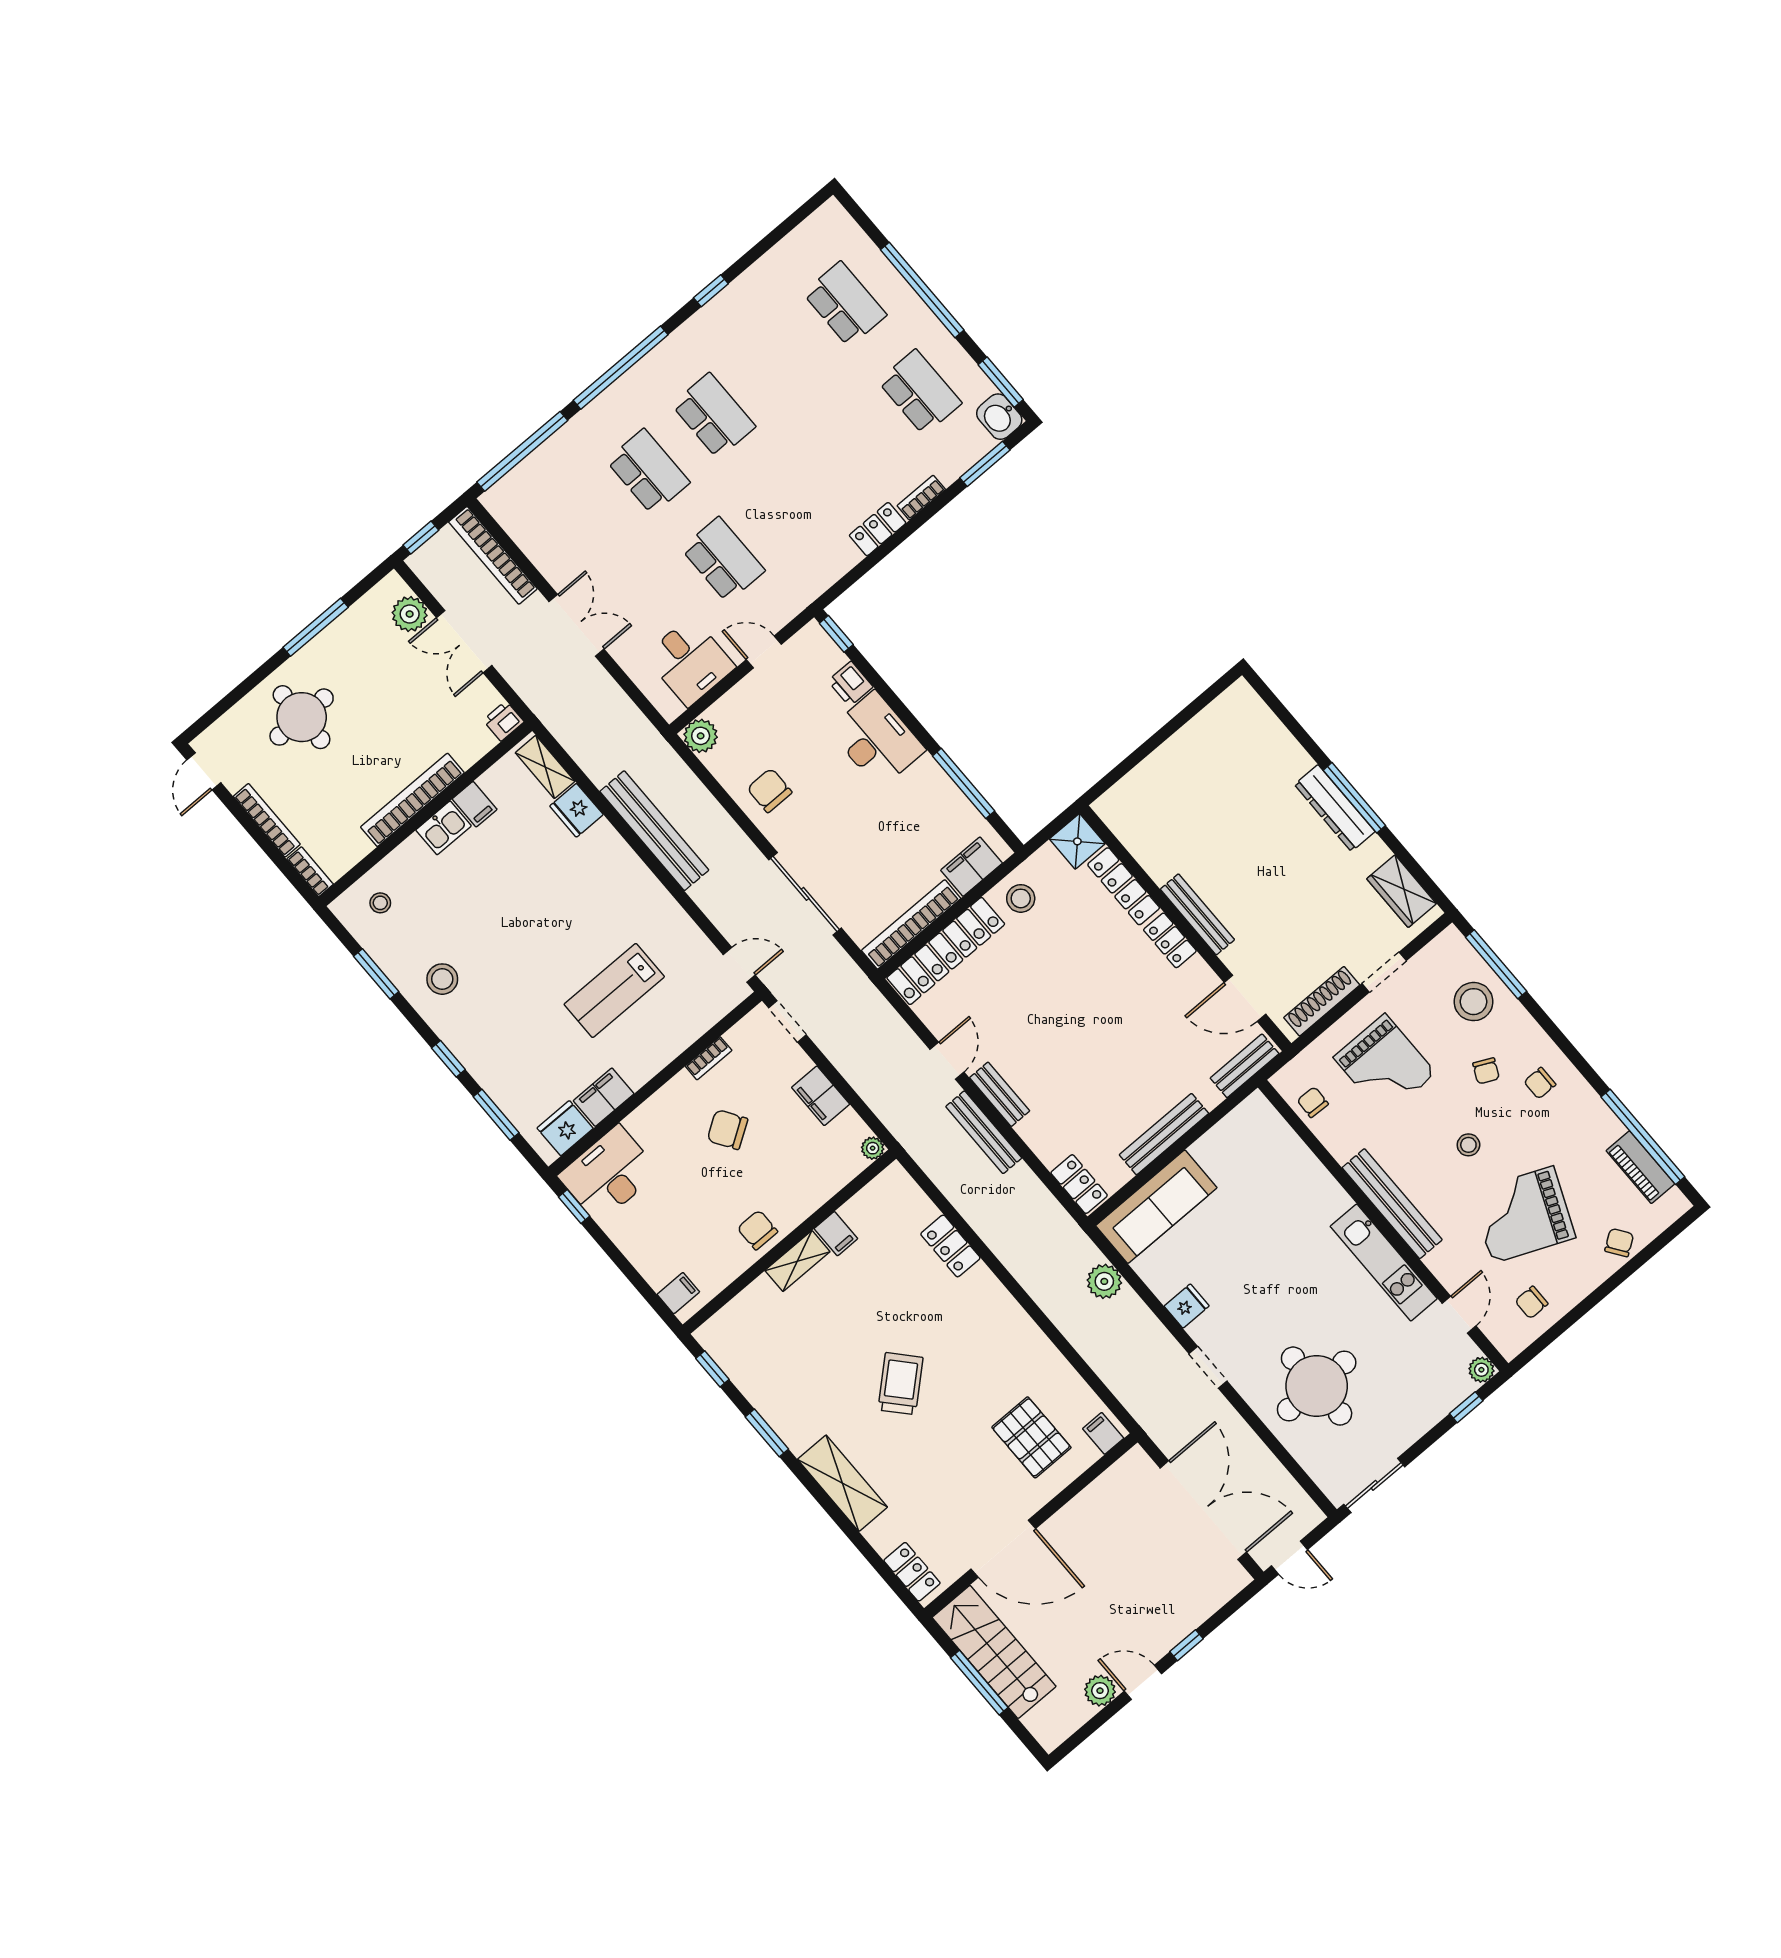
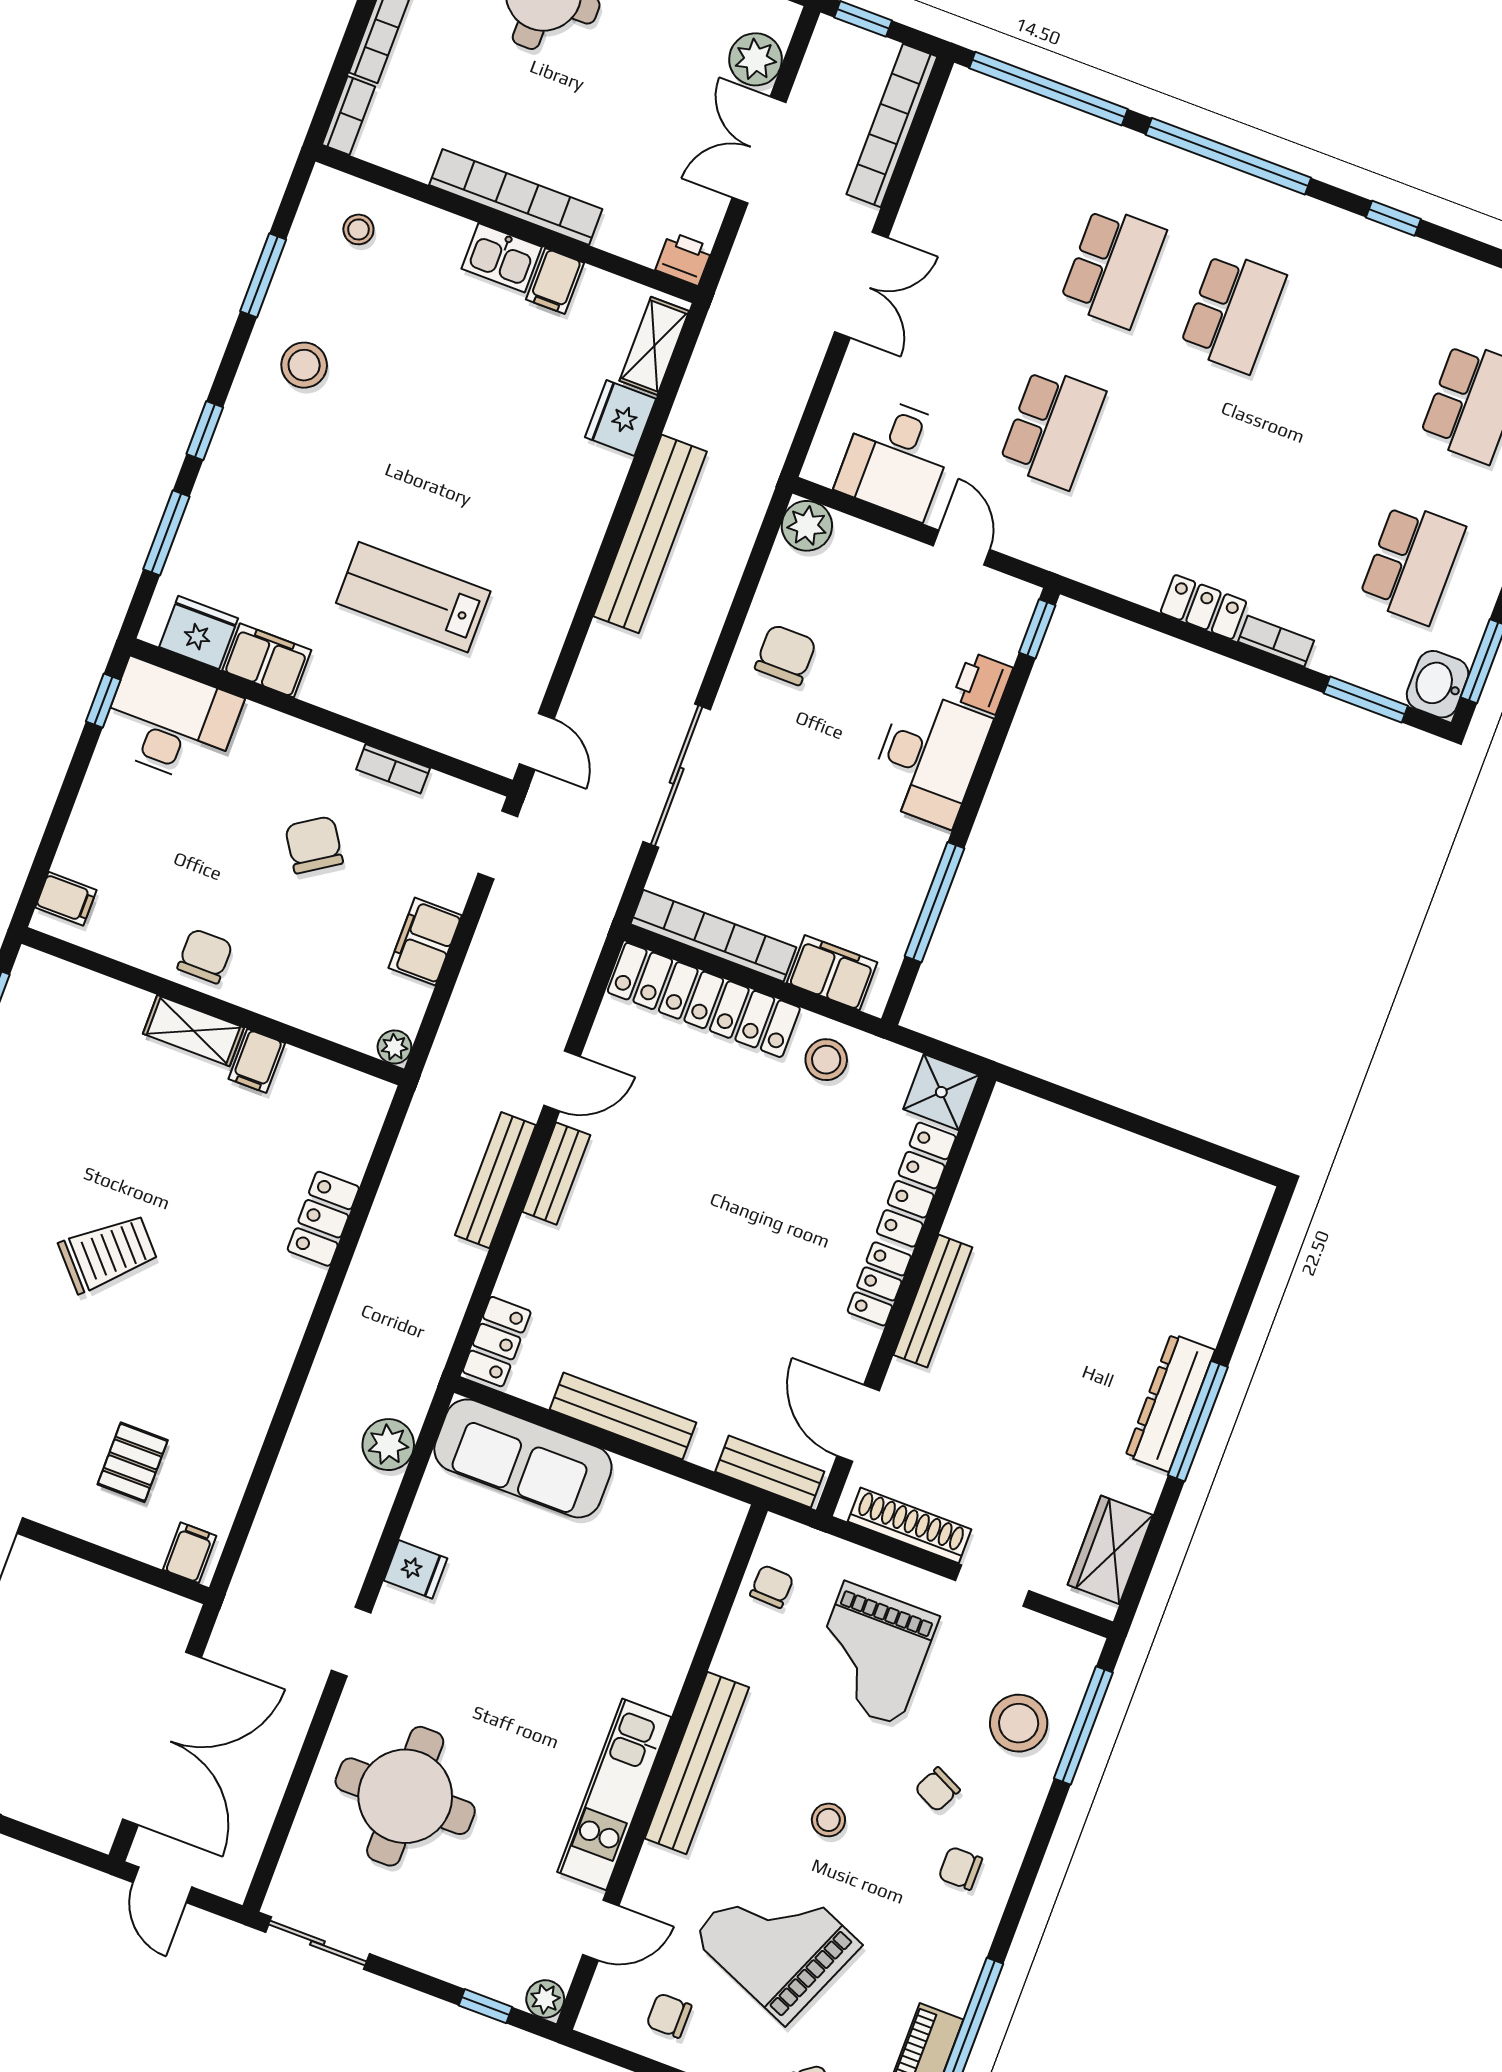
pallet: (1031, 1437) -> (133, 1462), width x0.67, depth x0.71

